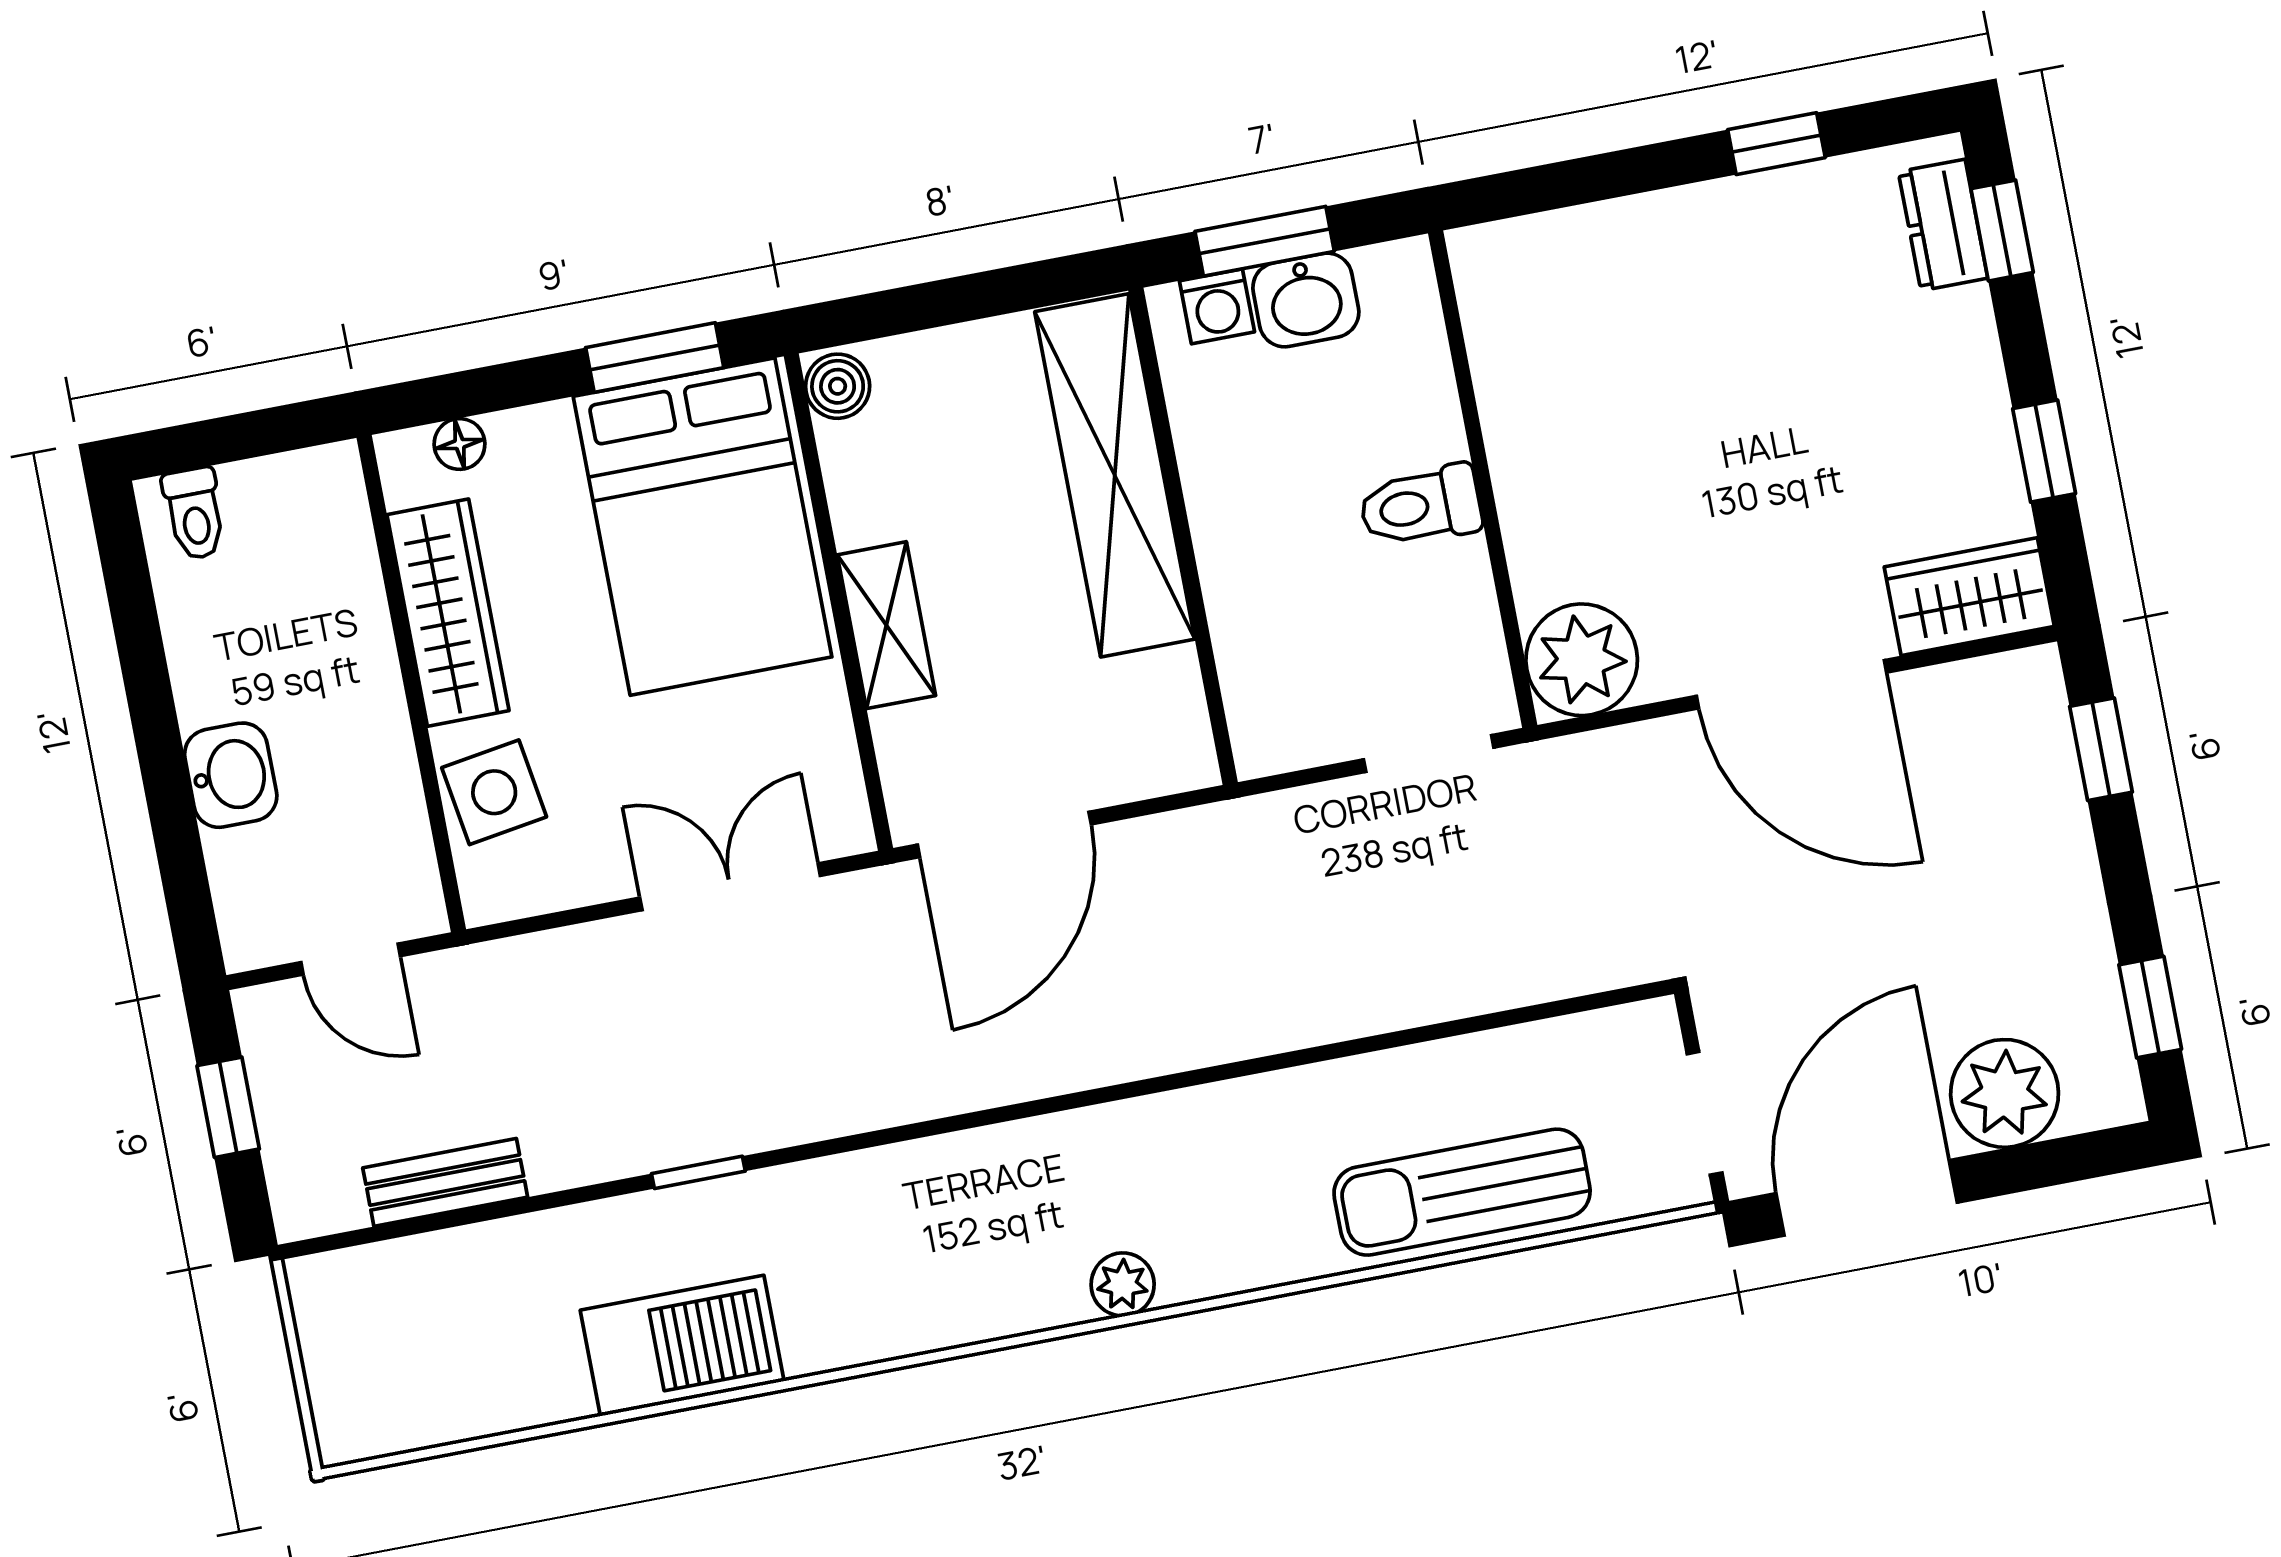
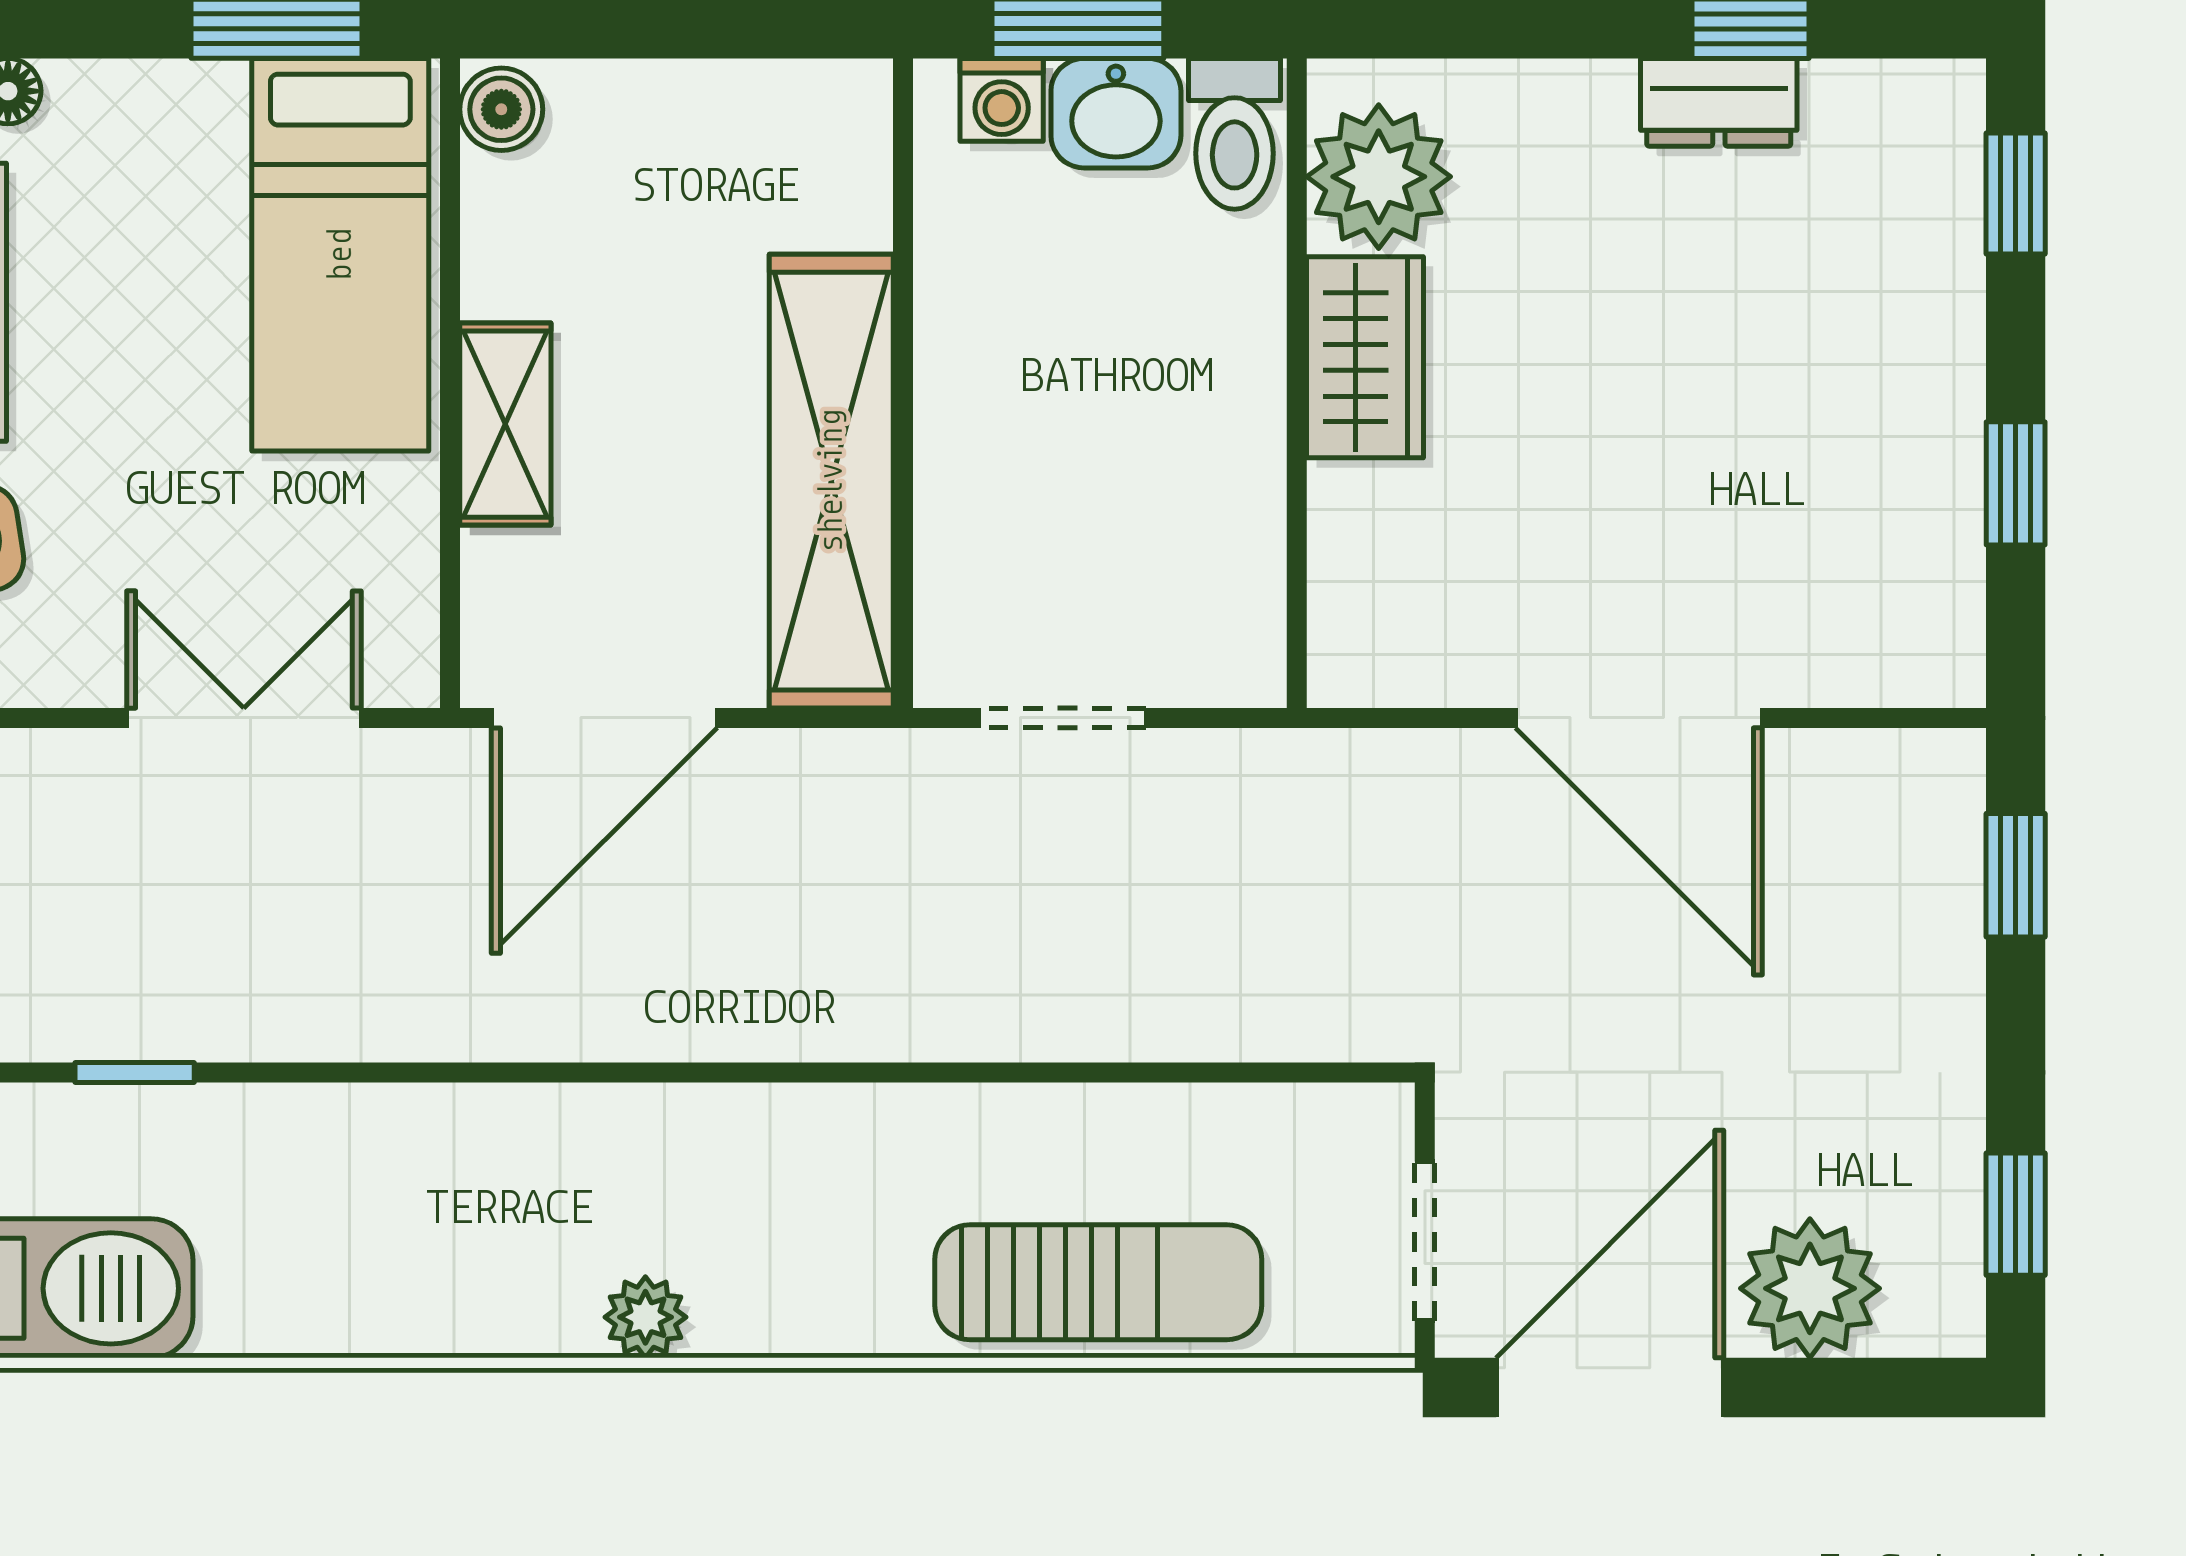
dresser: (1943, 225) -> (1719, 102), moved, turned -90
shelving: (1115, 475) -> (831, 481), moved
toilet: (1420, 506) -> (1235, 134), moved, turned -90
bed: (703, 527) -> (340, 255), width x0.67
wardrobe: (1969, 597) -> (1365, 357), moved, turned 90
plant: (1582, 660) -> (1379, 177), moved
doorway: (1429, 753) -> (1062, 718), moved
sun lounger: (1462, 1192) -> (1098, 1282), turned 180

